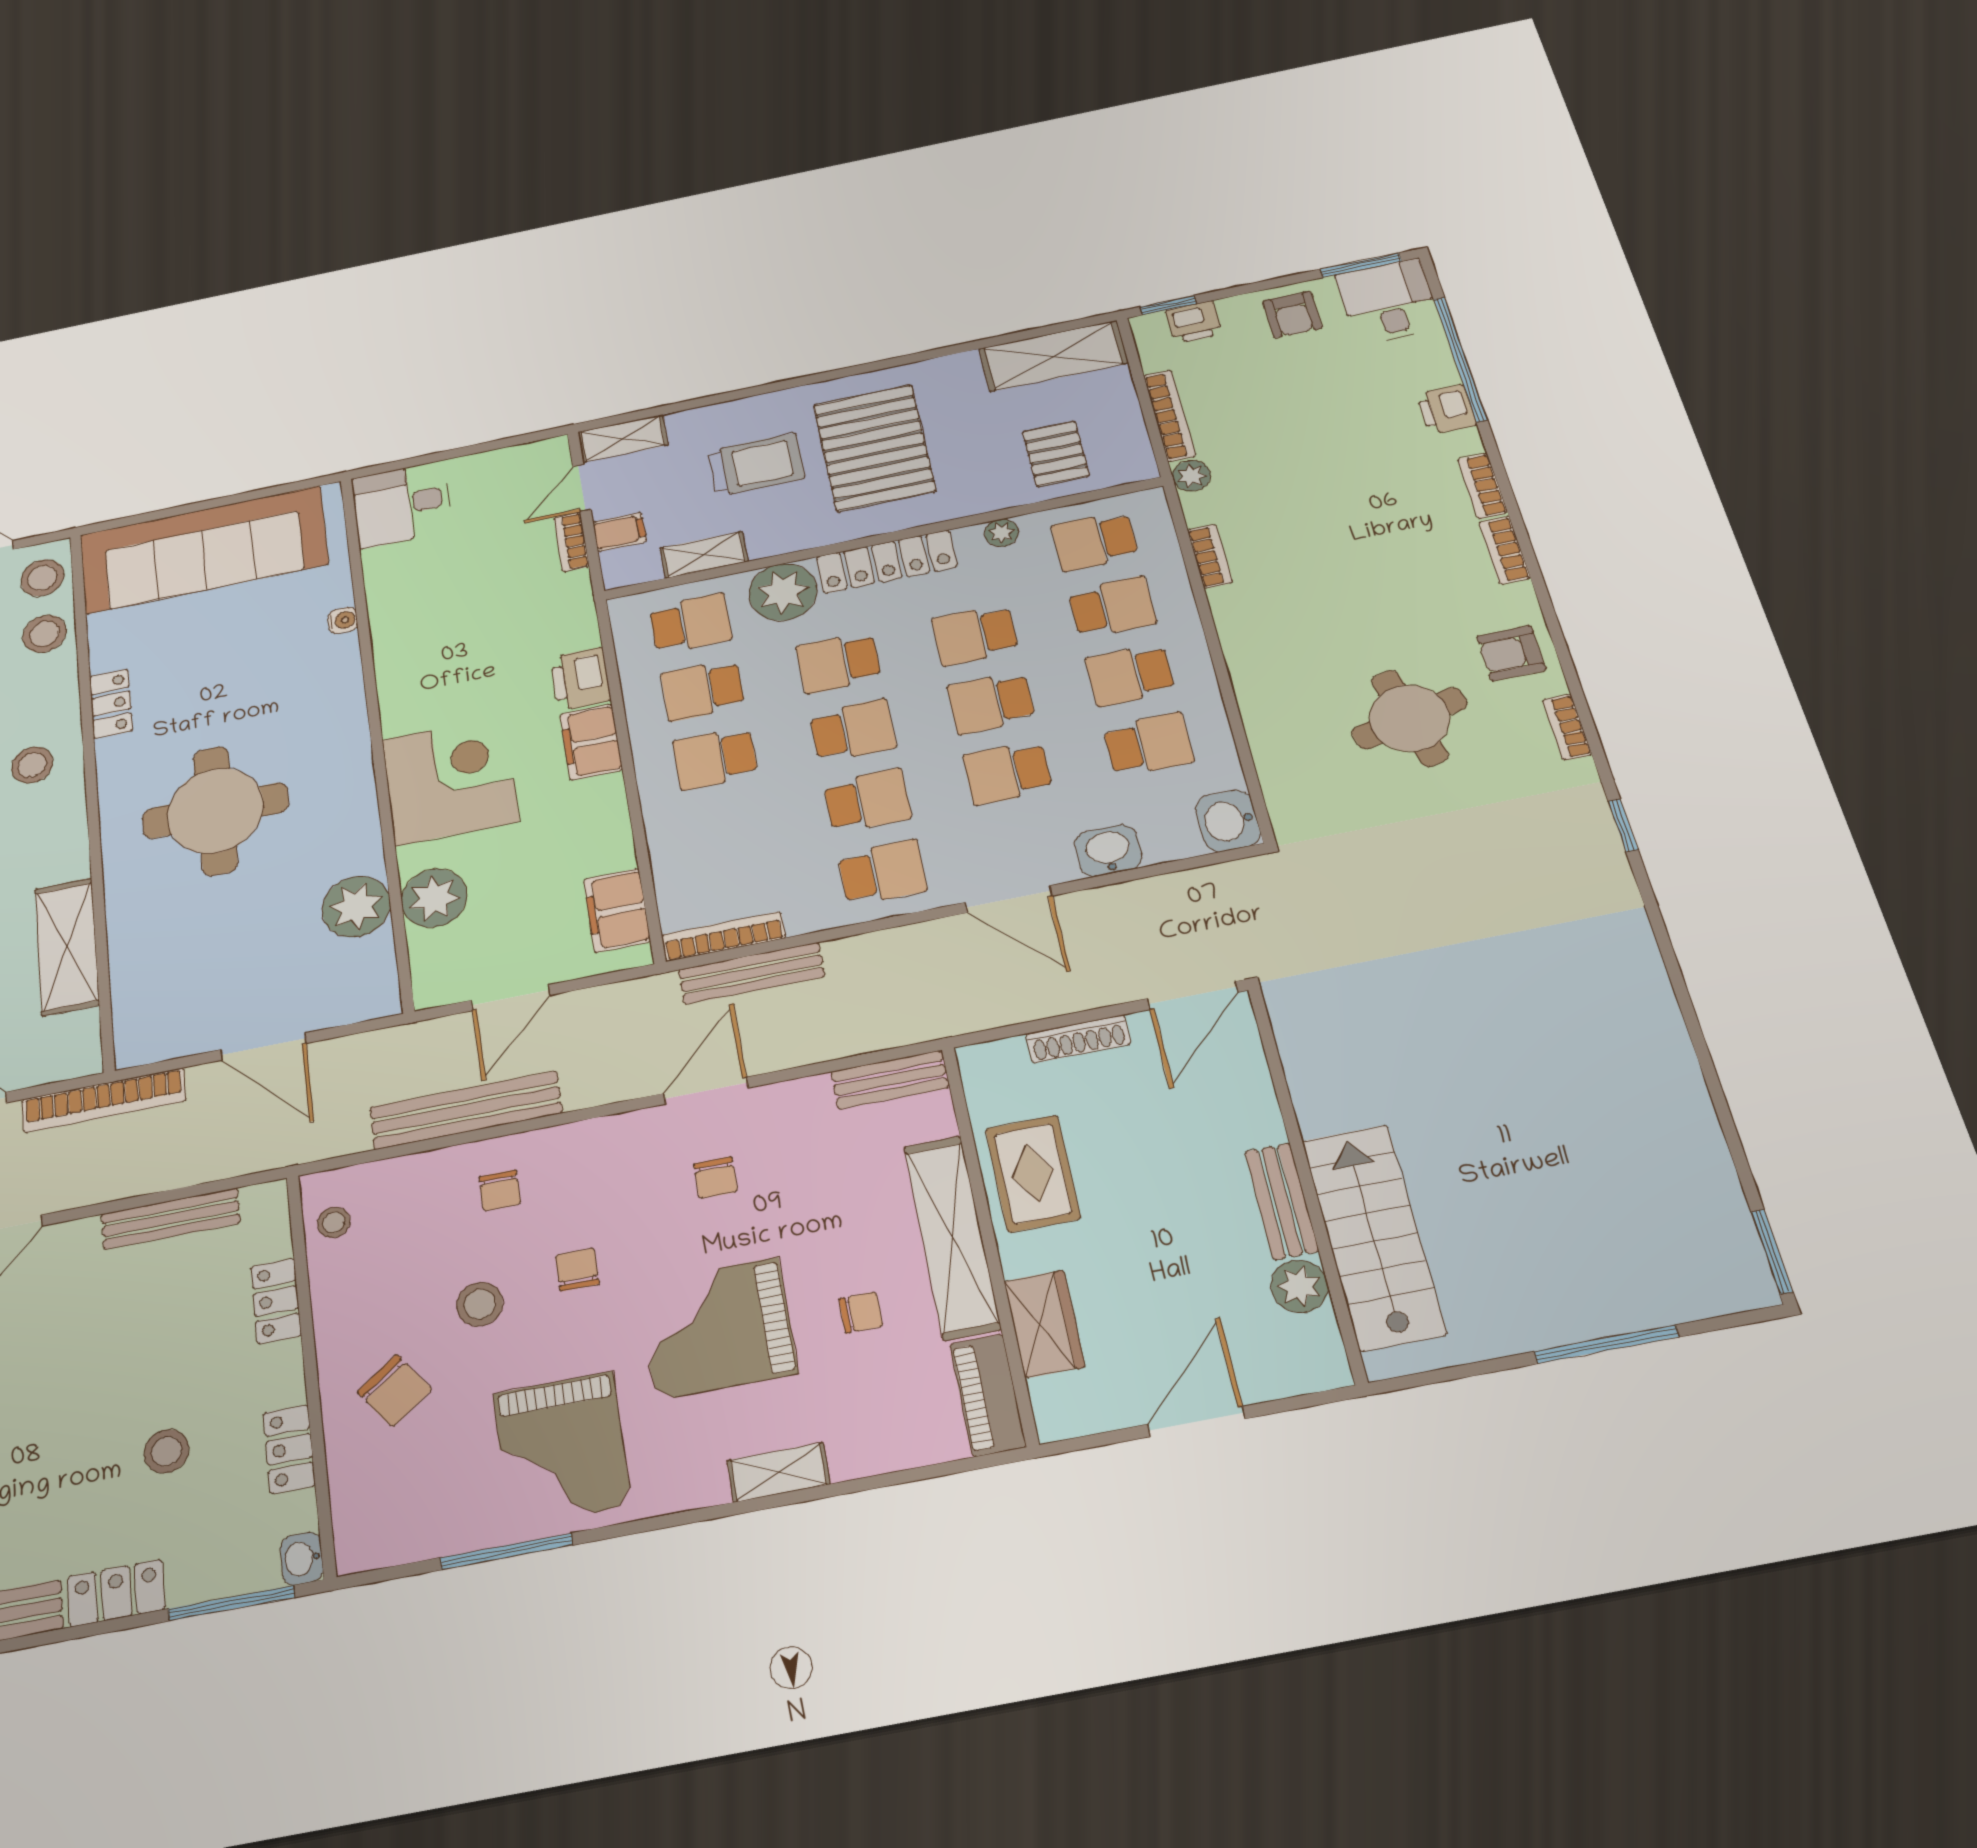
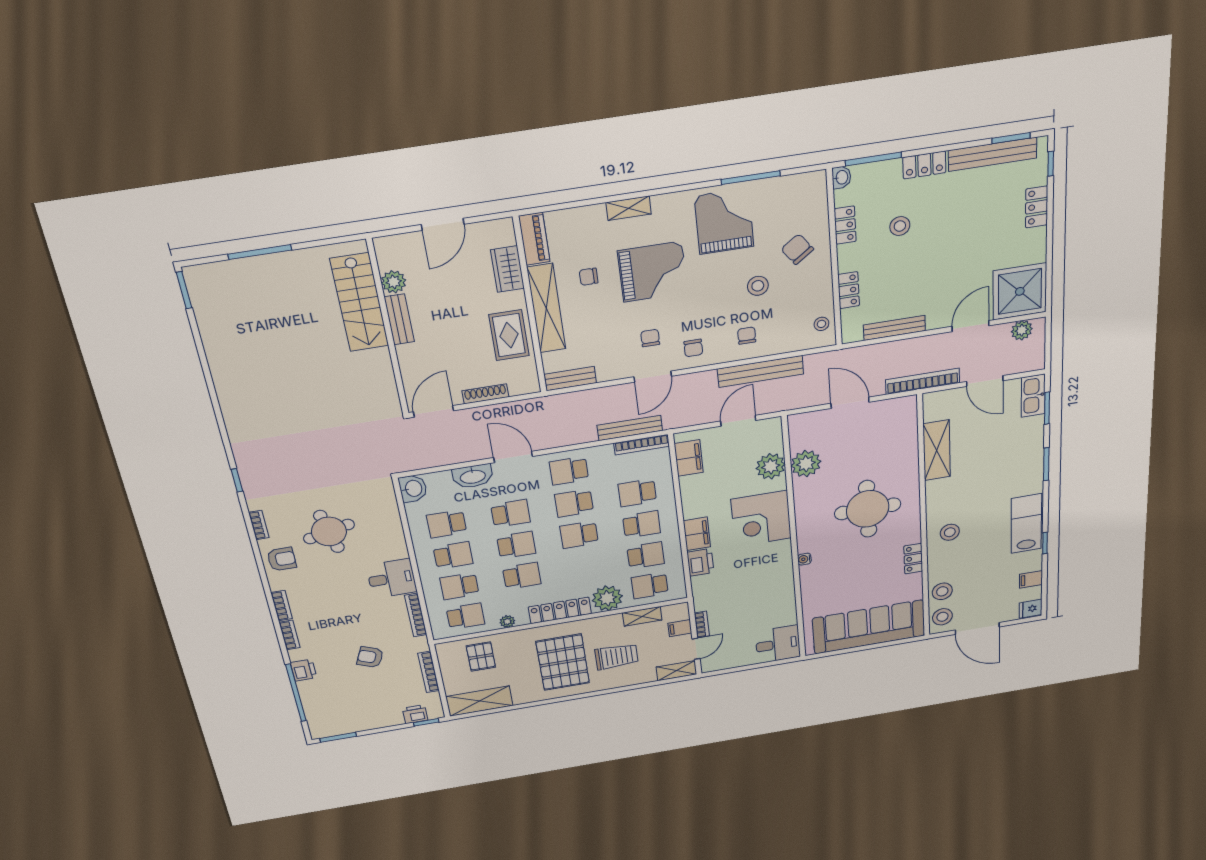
desk: (1388, 302) -> (392, 579), moved, turned -90
armchair: (1292, 315) -> (370, 657), moved, turned -67
trolley: (756, 465) -> (617, 656), turned 180
plant: (1191, 476) -> (420, 644), removed
bookcase: (1210, 556) -> (416, 615), width x1.56
water cooler: (343, 620) -> (804, 559), moved
school desk: (839, 663) -> (637, 493), moved, turned 180
washbasin: (1108, 850) -> (473, 476), width x1.38
chair: (577, 1270) -> (693, 348), moved

